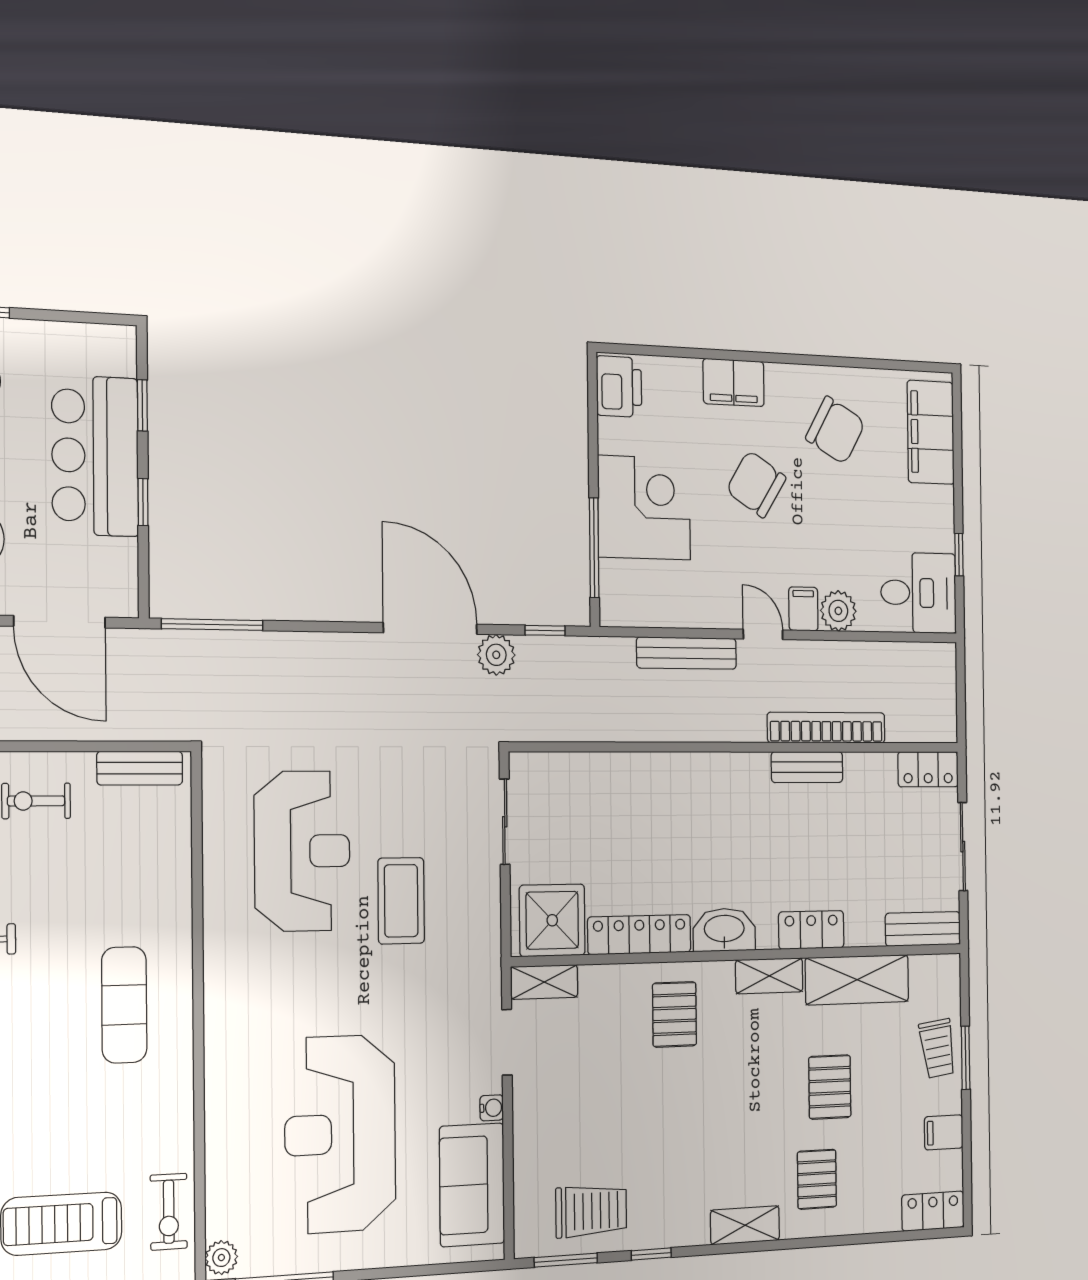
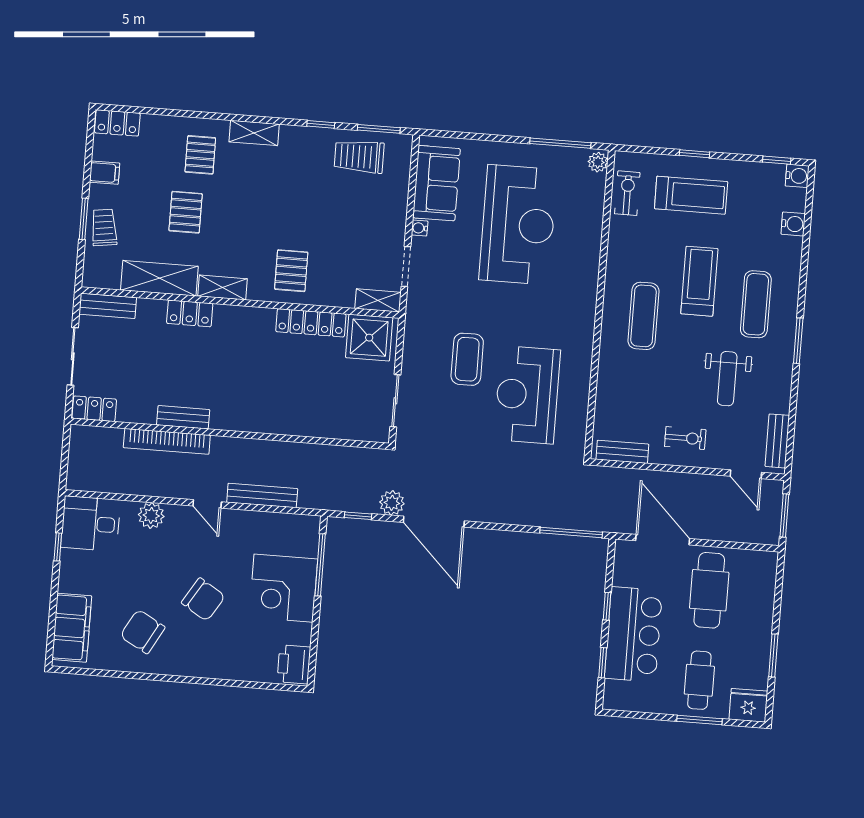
filing cabinet: (734, 383) -> (213, 664), removed
filing cabinet: (803, 609) -> (177, 518), removed
washbasin: (724, 930) -> (252, 320), removed
treadmill: (35, 1076) -> (699, 281), added

